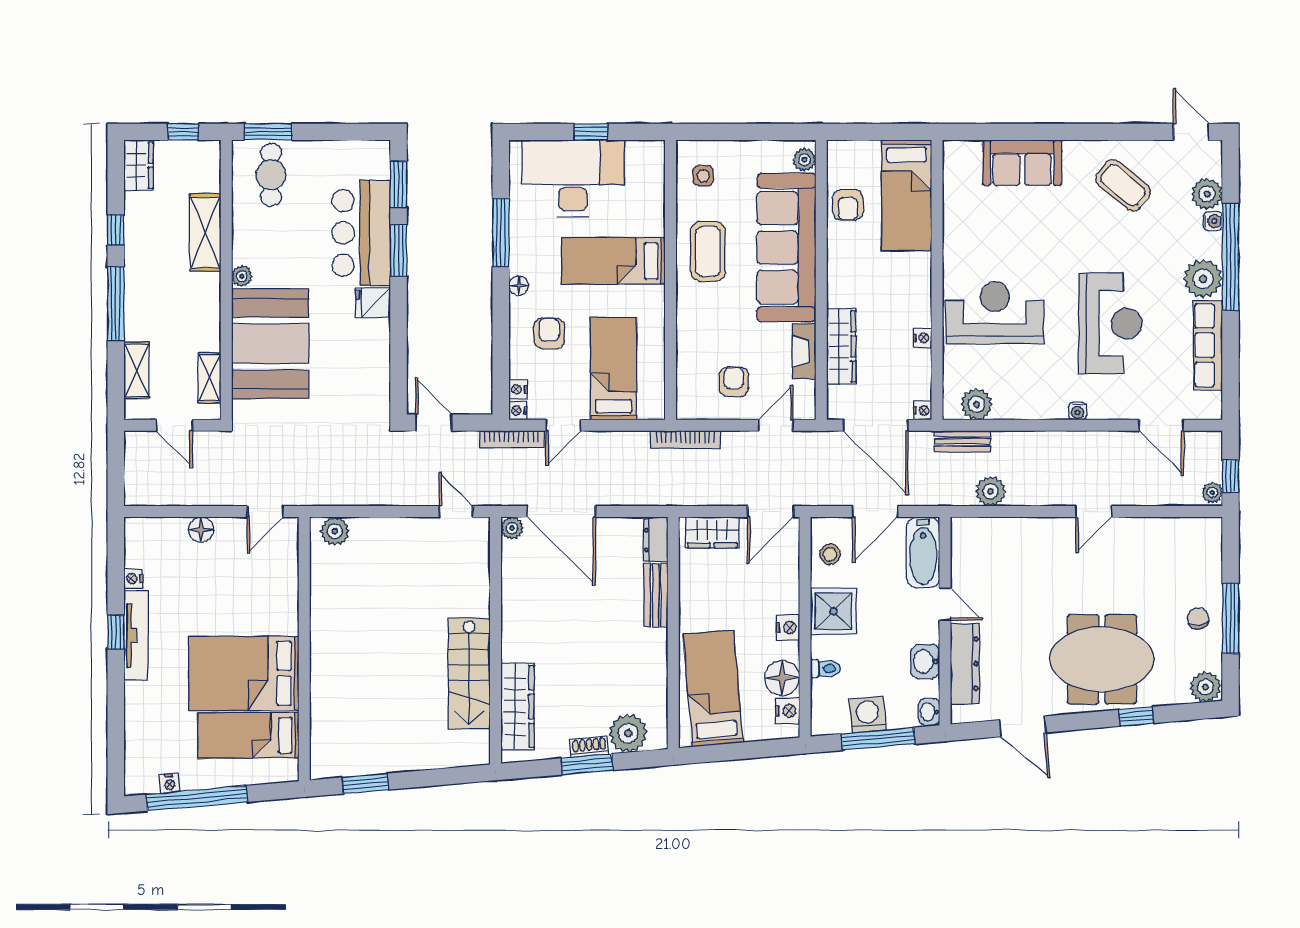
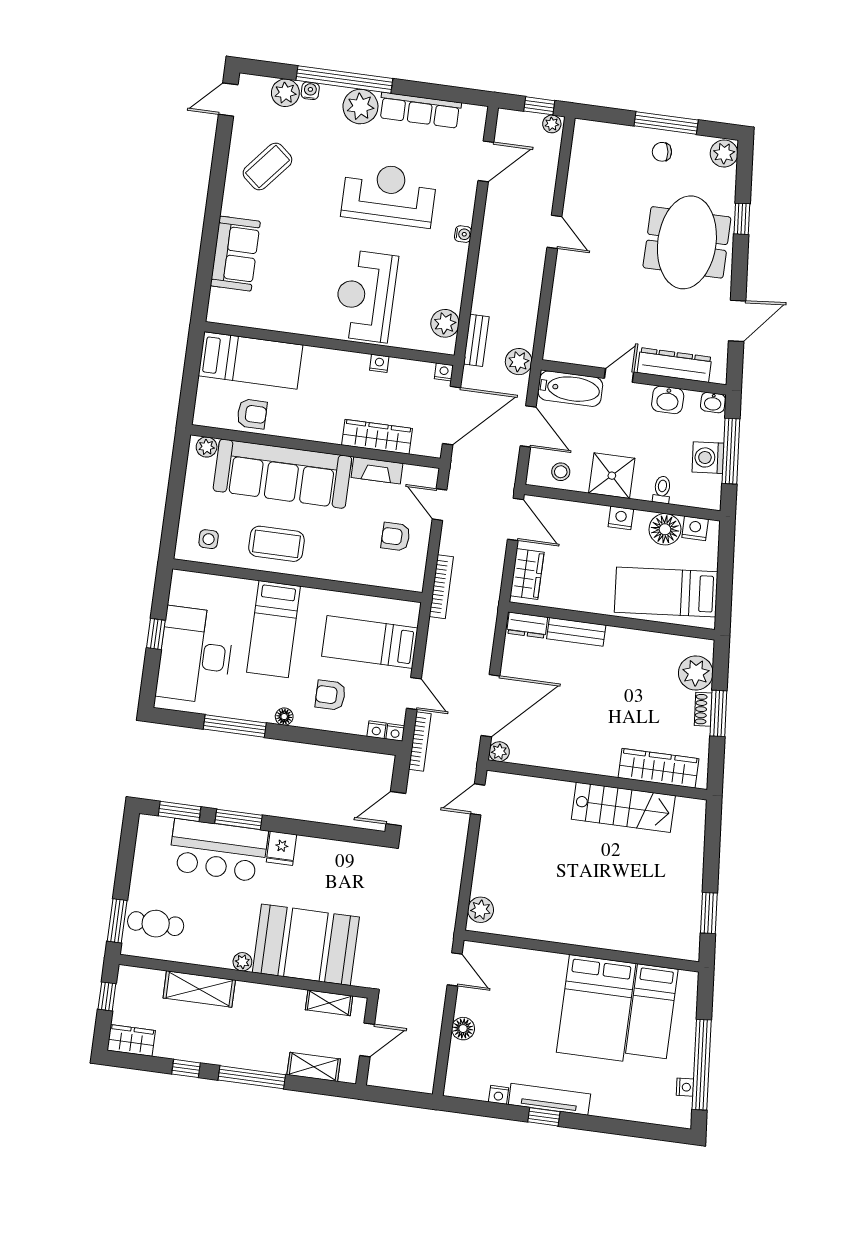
plant: (990, 491) -> (519, 362), moved

